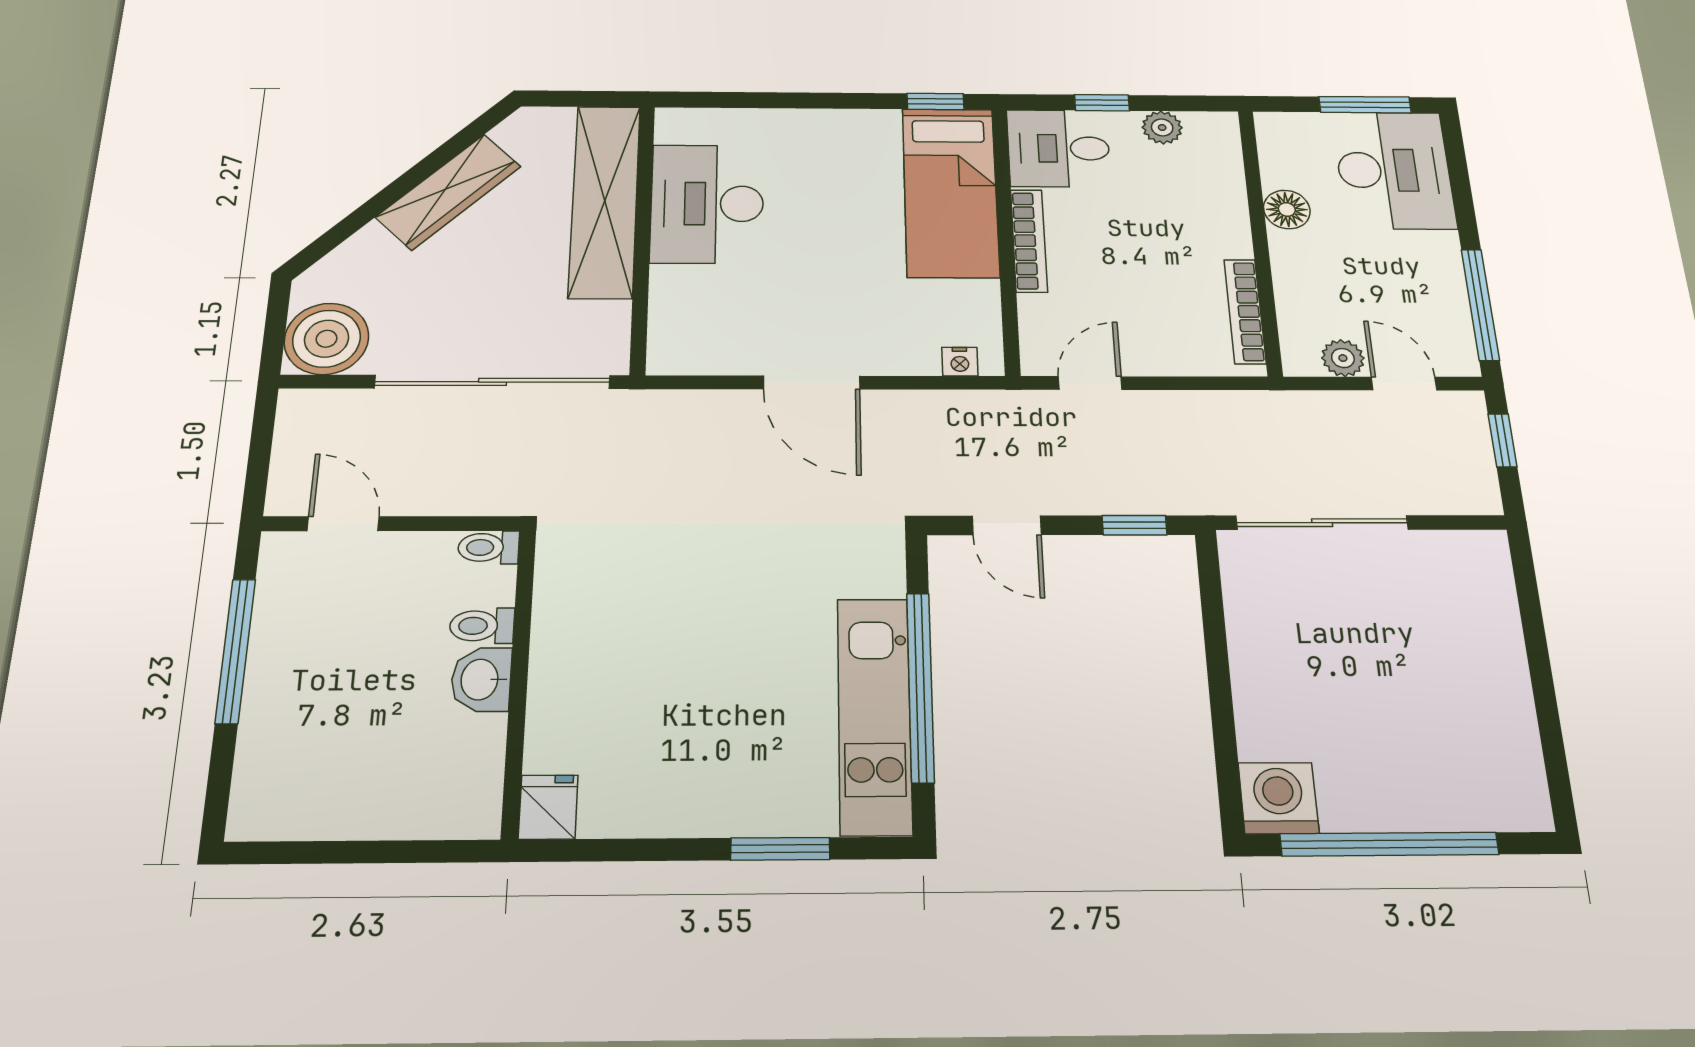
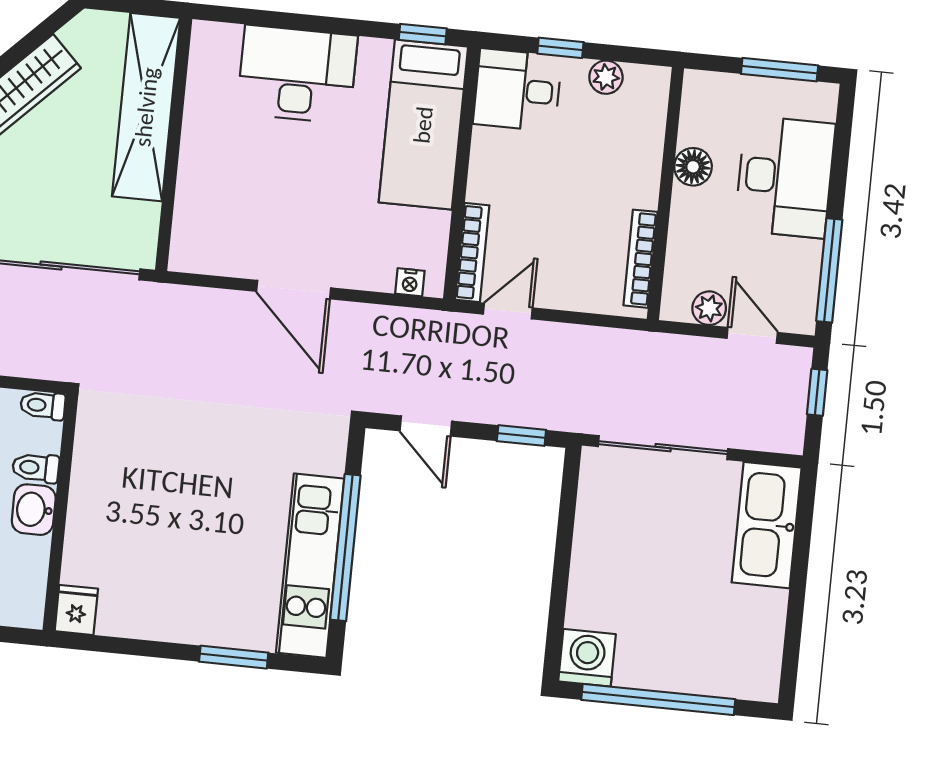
desk: (1394, 170) -> (785, 177), moved
desk: (707, 204) -> (297, 74), moved, turned 90
bookcase: (1029, 241) -> (472, 253), moved
kitchen sink: (1480, 603) -> (767, 525), added

